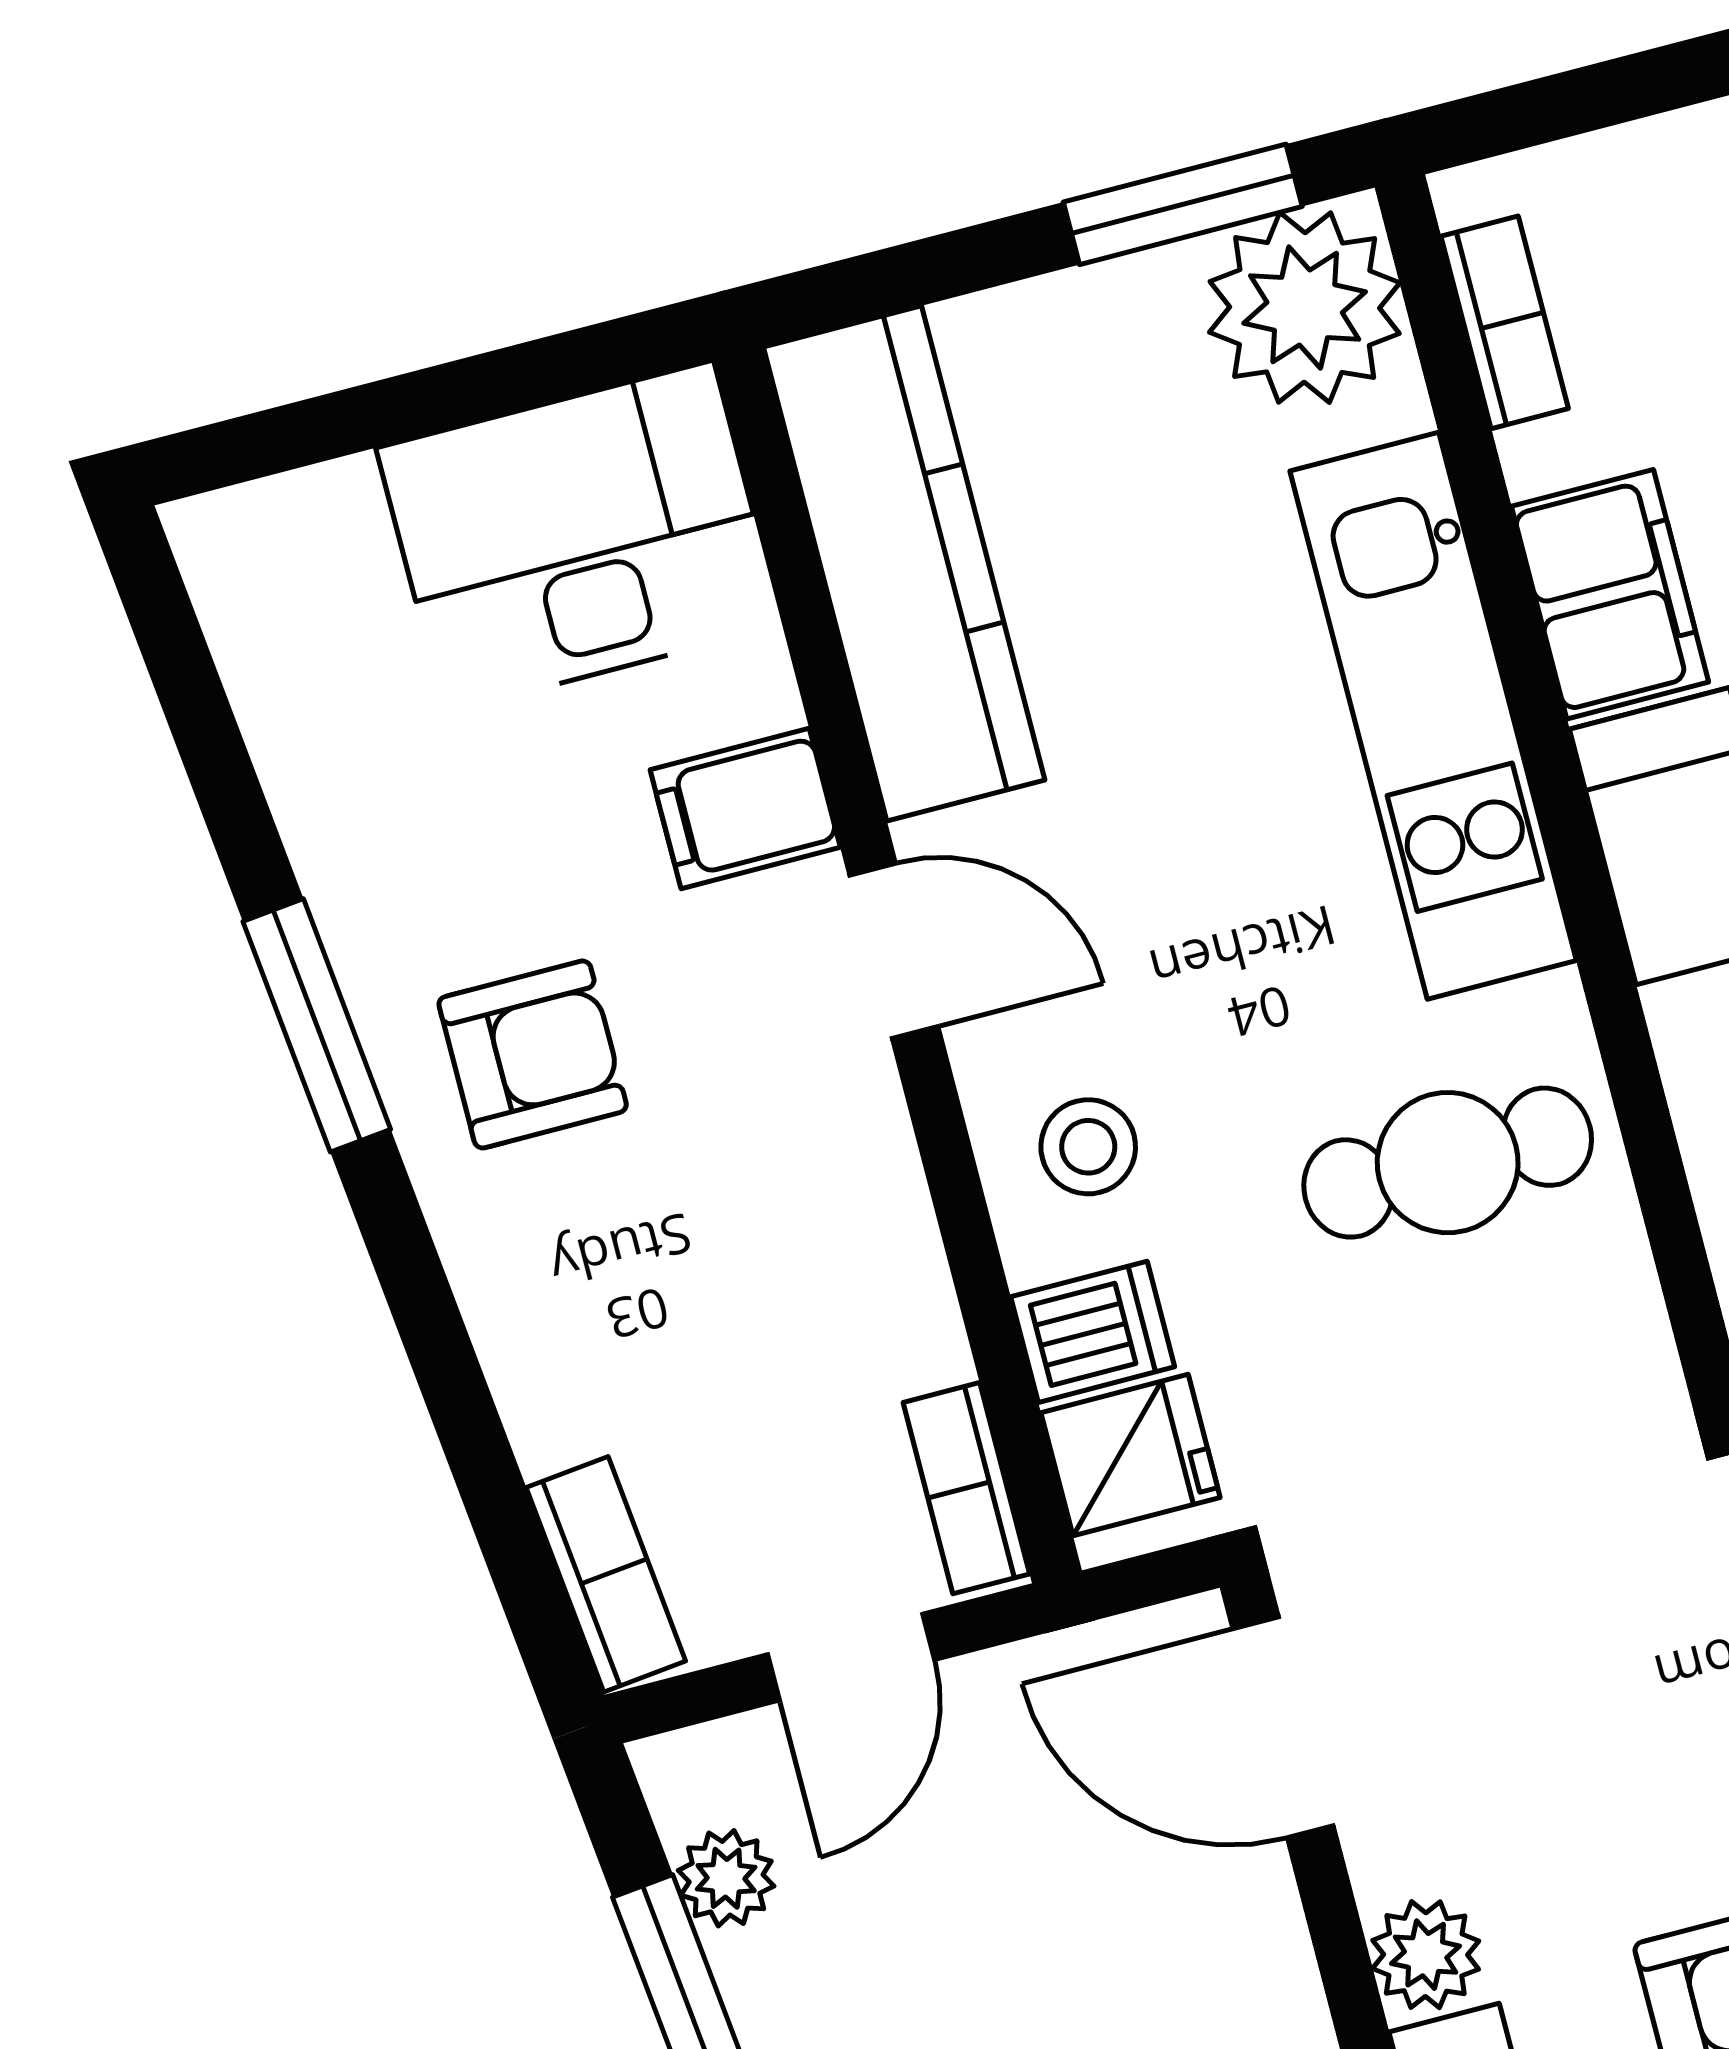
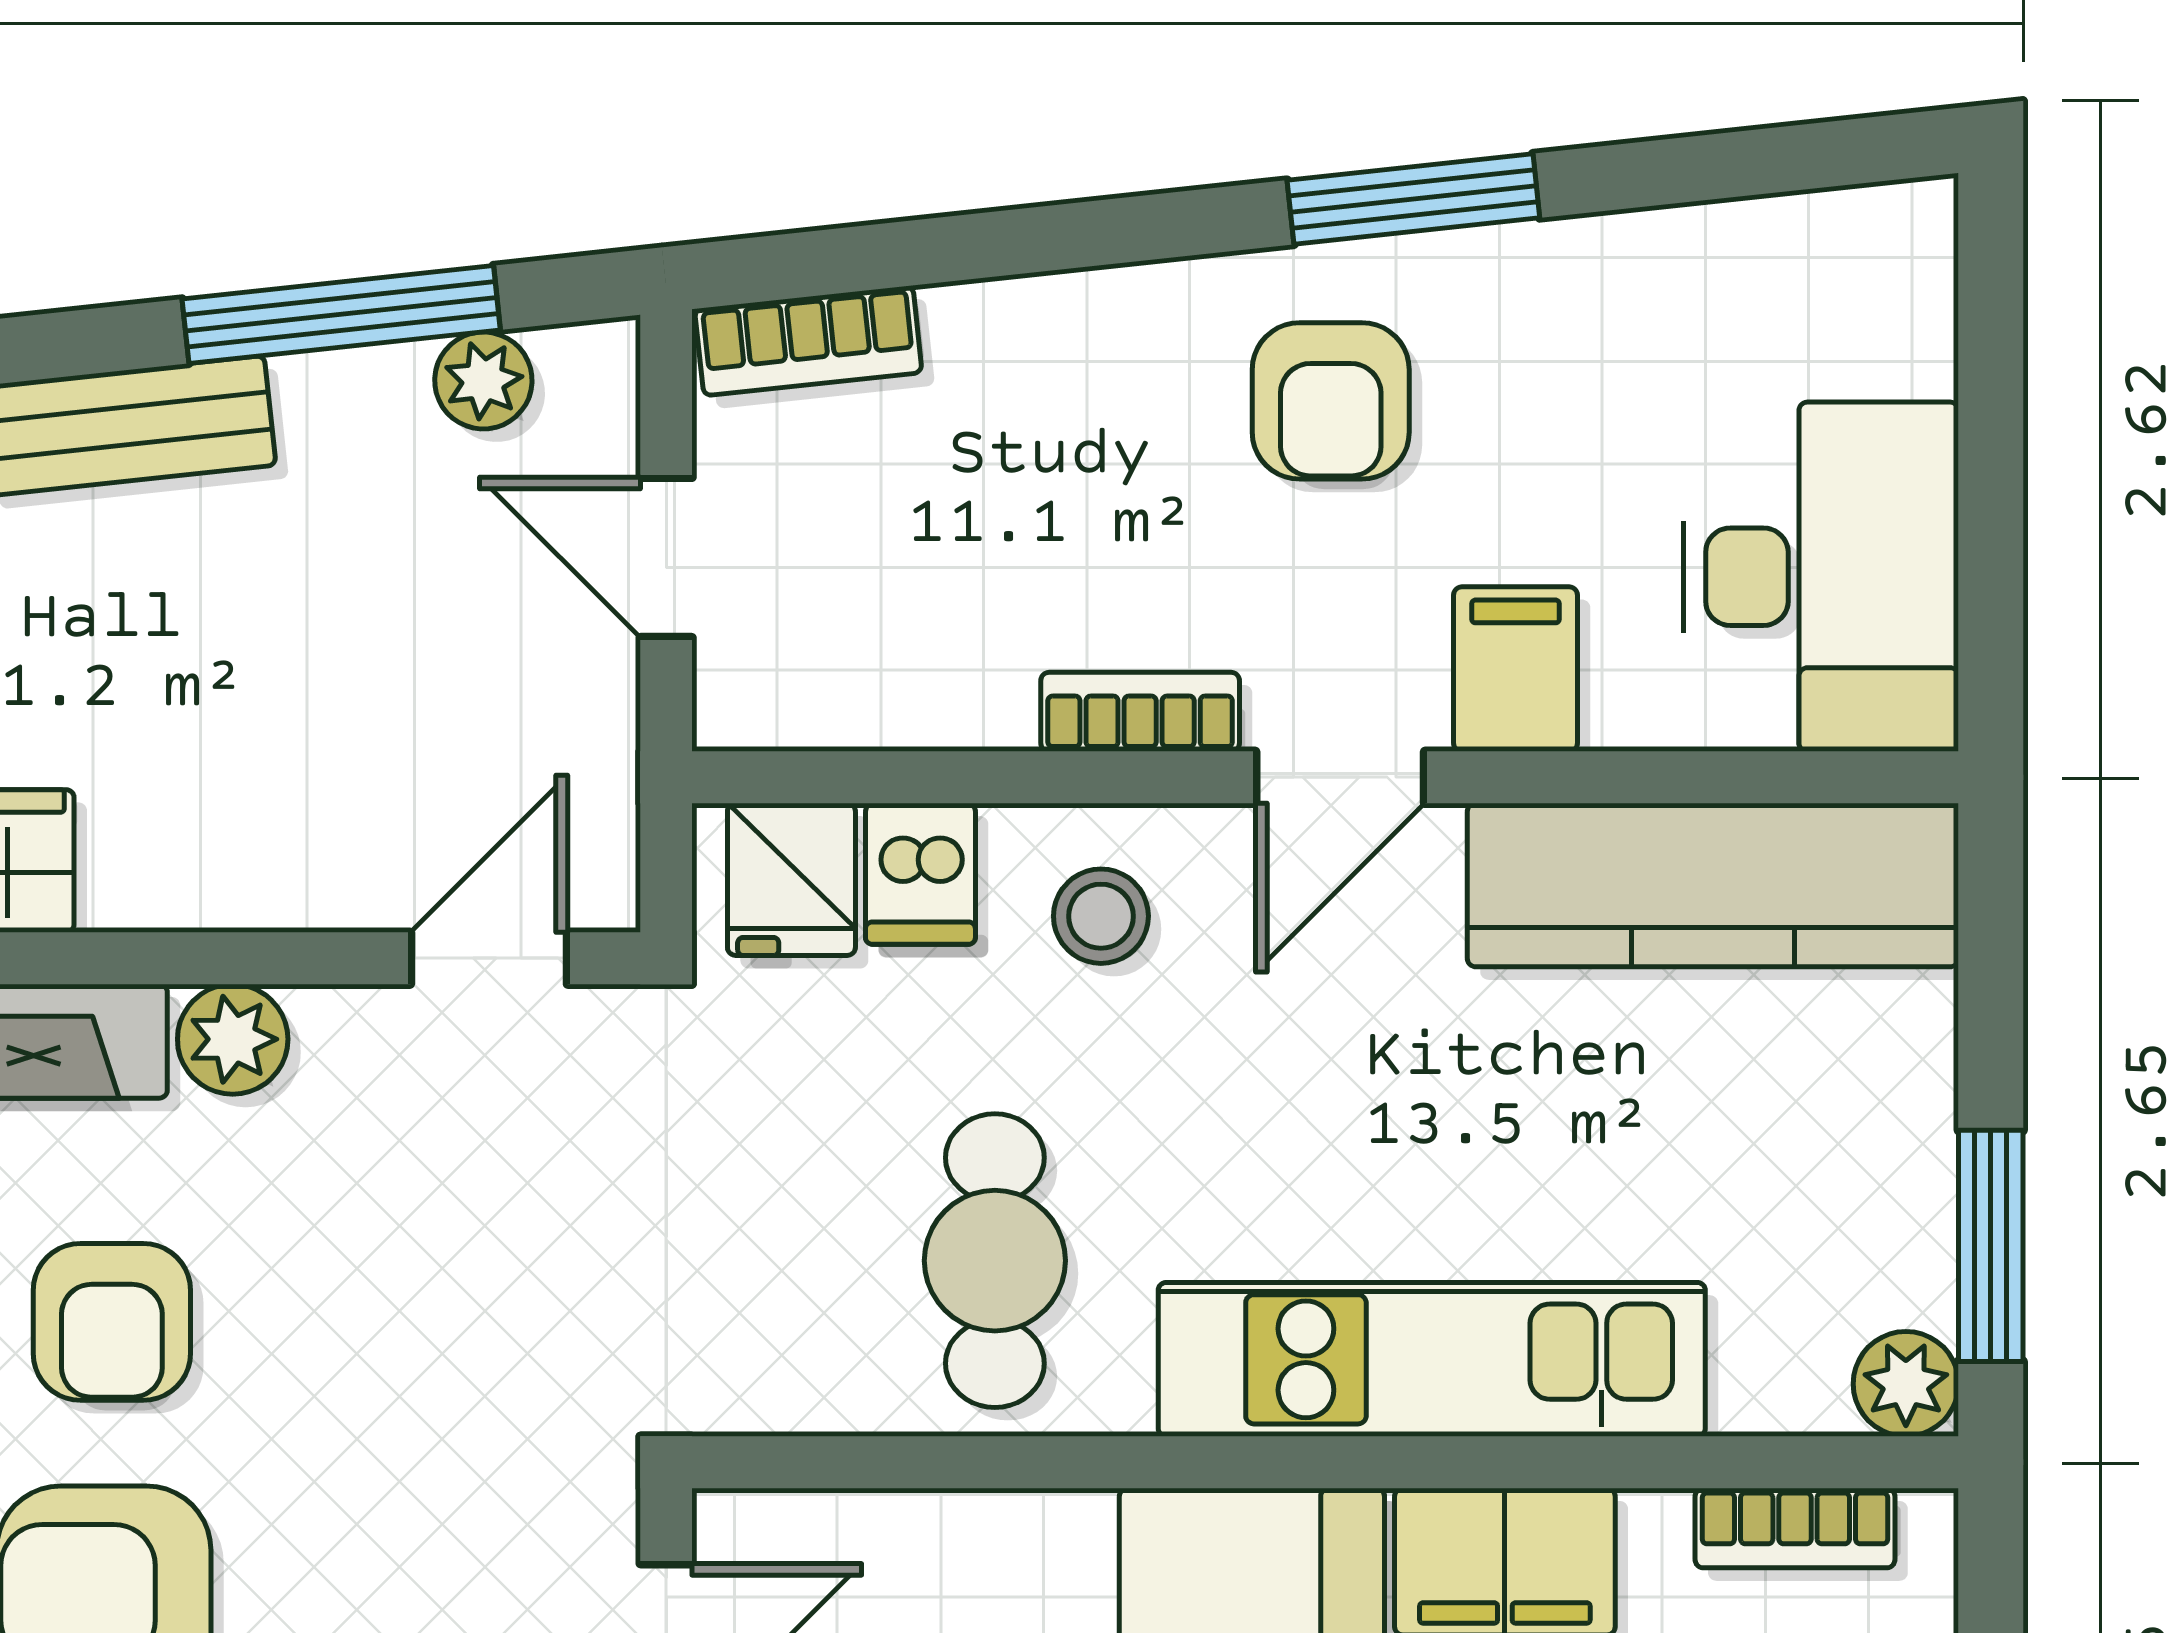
plant: (1305, 308) -> (1906, 1384), width x0.53, depth x0.53
bookcase: (966, 1488) -> (1140, 712), moved
door: (1283, 1727) -> (489, 958), width x0.73

